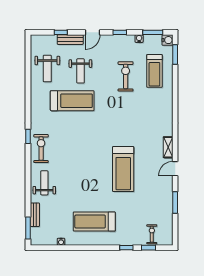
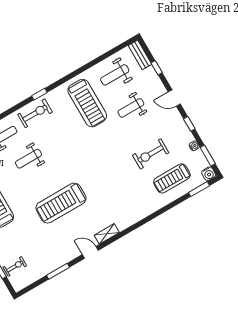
bench: (70, 40) -> (140, 55), moved
exercise bike: (126, 76) -> (151, 154), turned 180
treadmill: (72, 101) -> (87, 103), moved
weight bench: (74, 174) -> (28, 159), added

